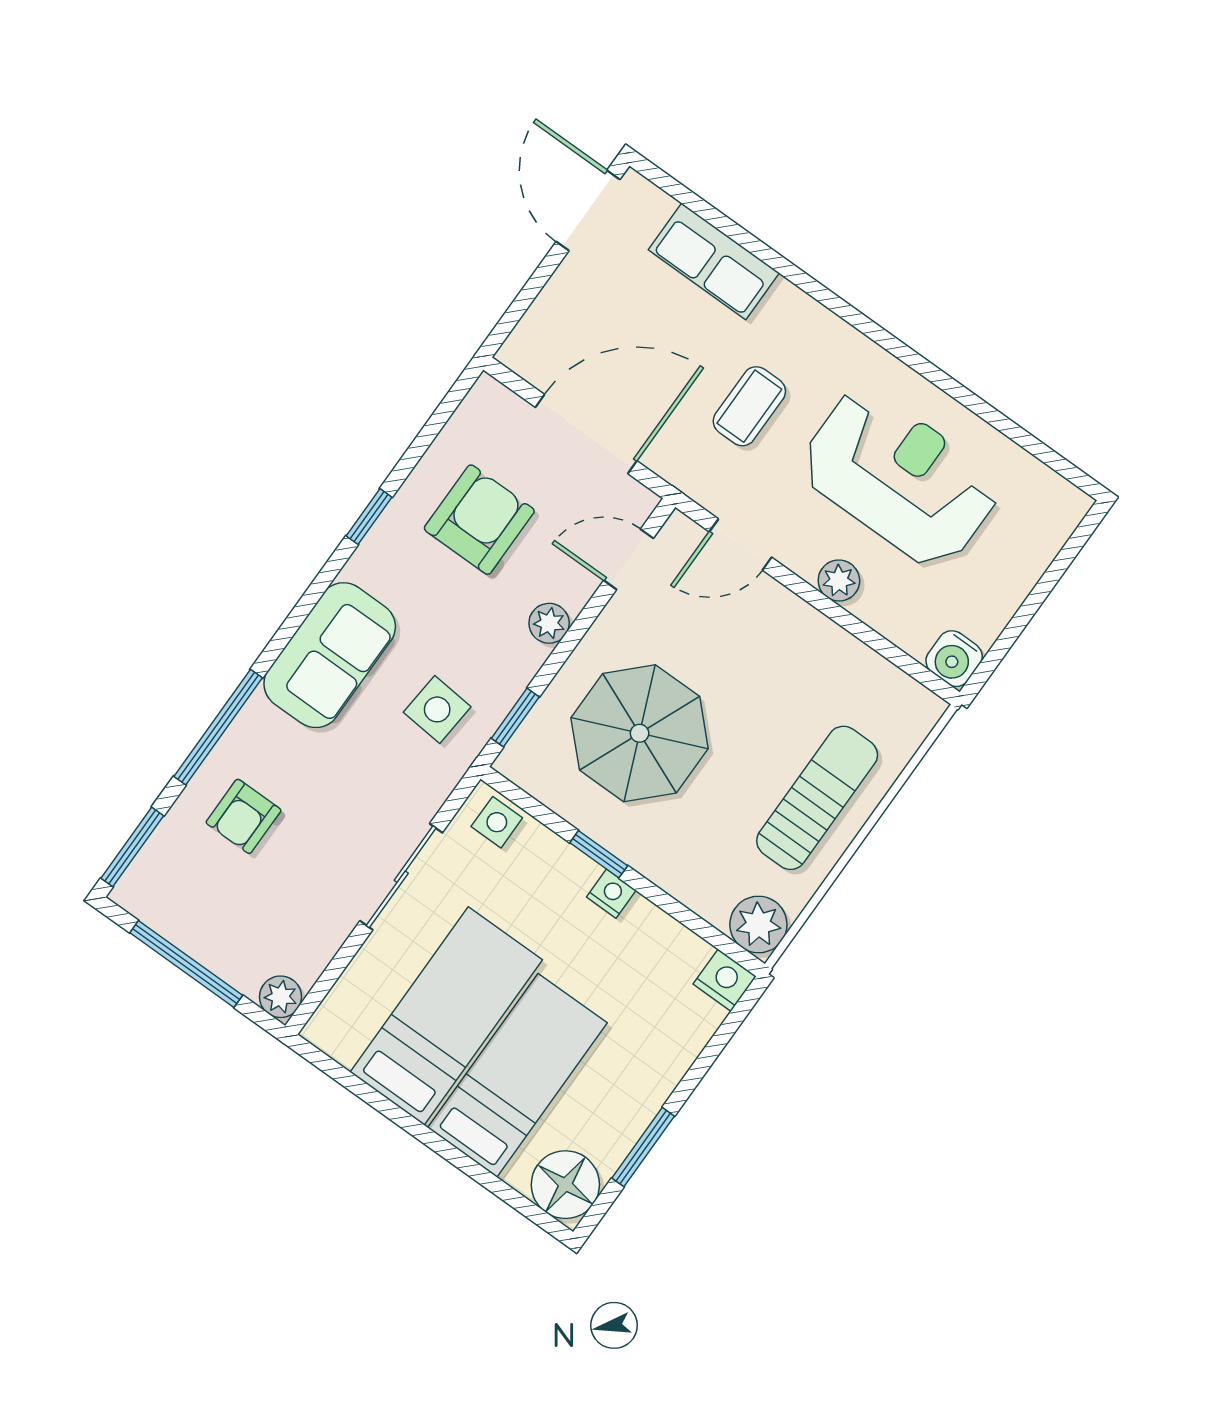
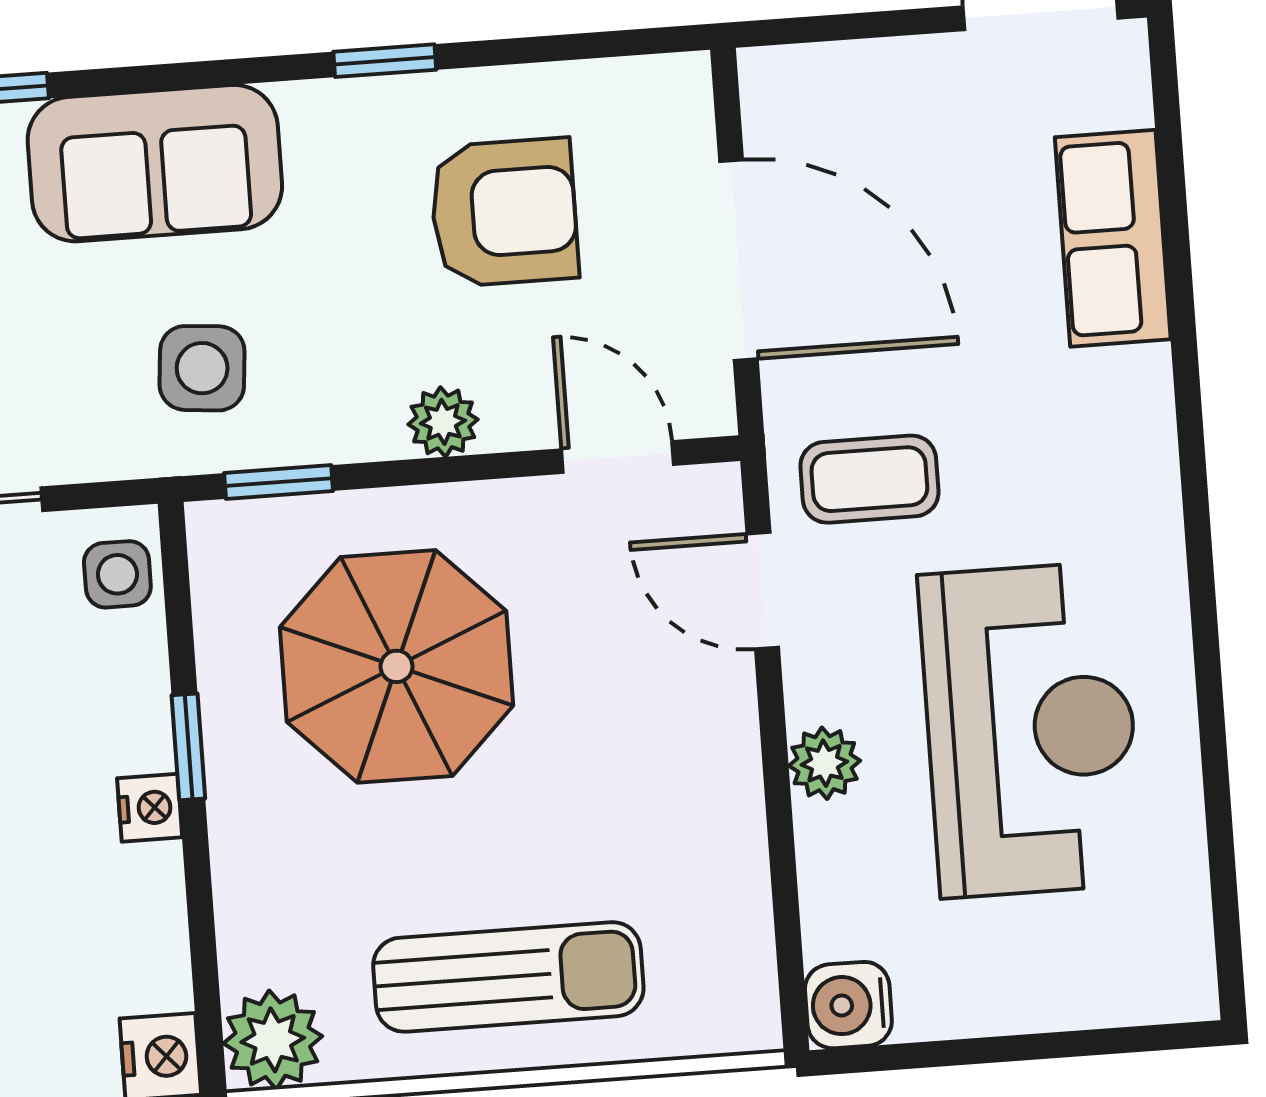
coffee table: (749, 406) -> (869, 479), moved

